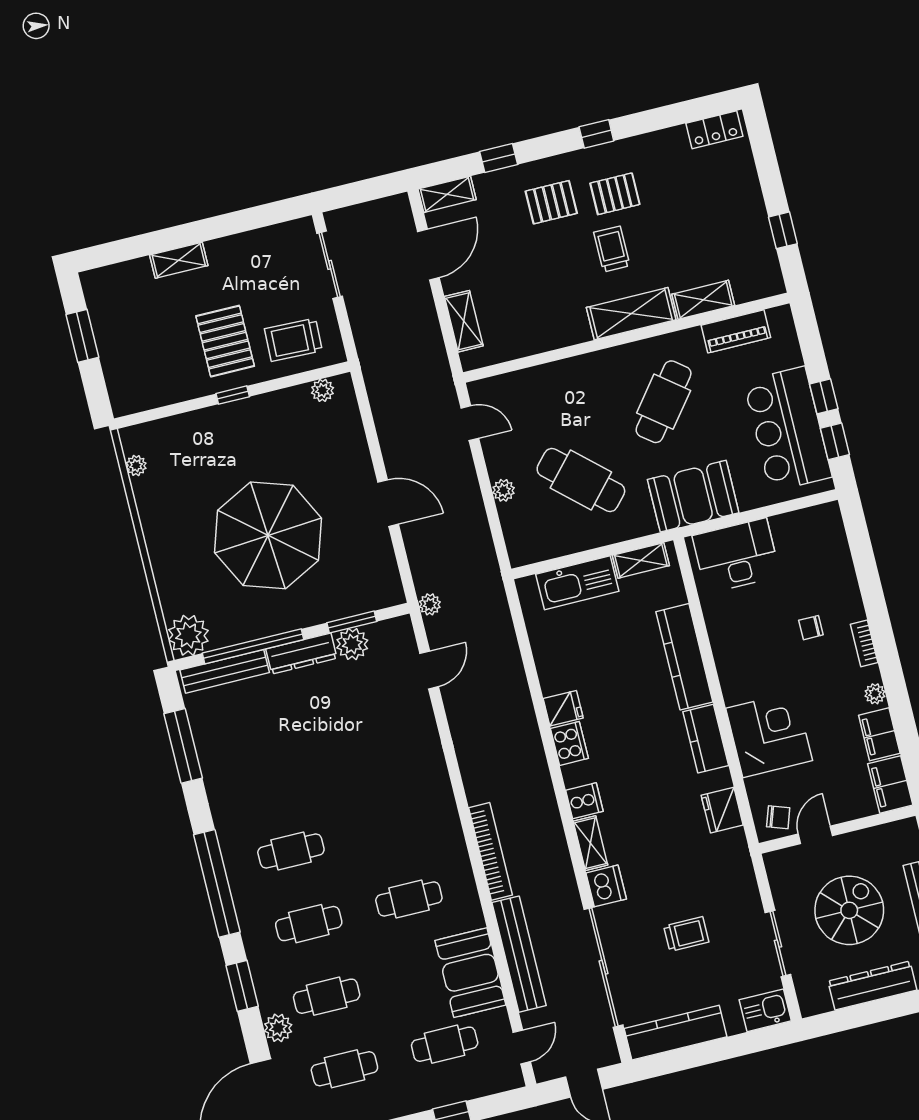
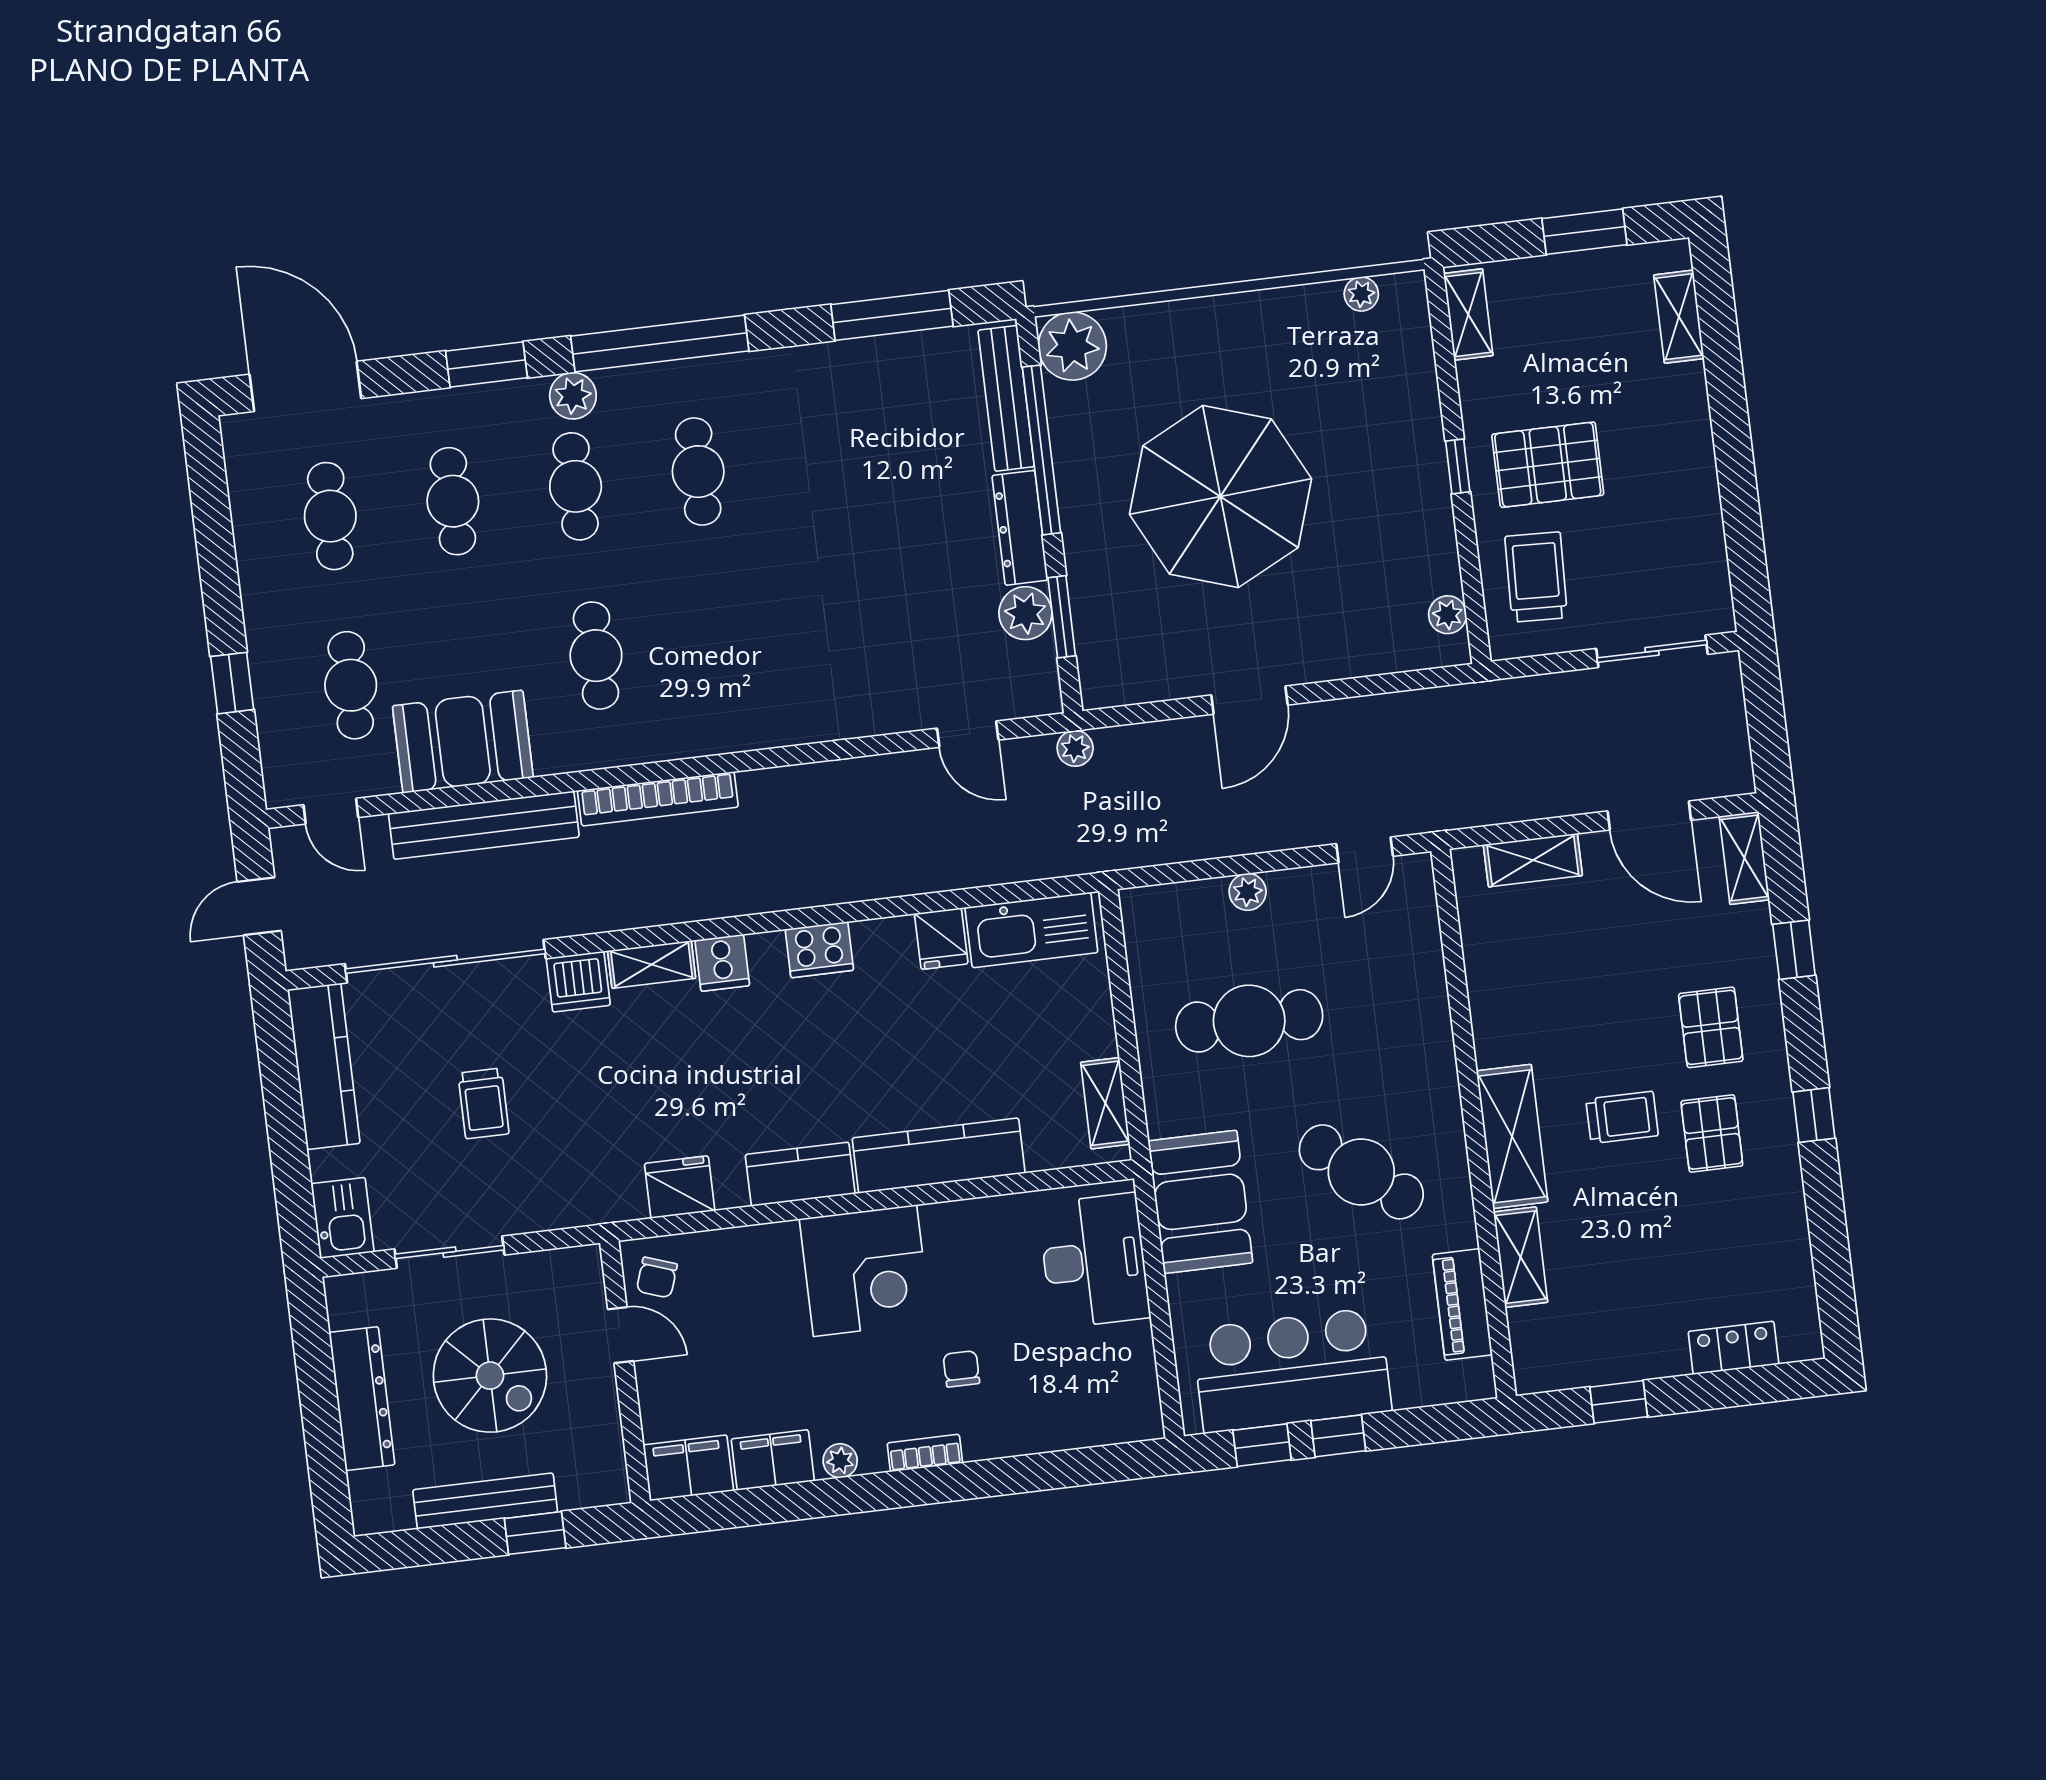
locker: (714, 130) -> (1734, 1348), moved, turned 90
shelving: (179, 260) -> (1679, 317), moved
shelving: (141, 400) -> (1468, 314), added
cafe table: (581, 480) -> (1249, 1021), turned 48
kitchen sink: (577, 583) -> (1031, 930), moved, turned -90
fridge: (563, 708) -> (941, 939), moved
corner desk: (769, 734) -> (865, 1271), moved
plant: (278, 1028) -> (573, 396), moved

